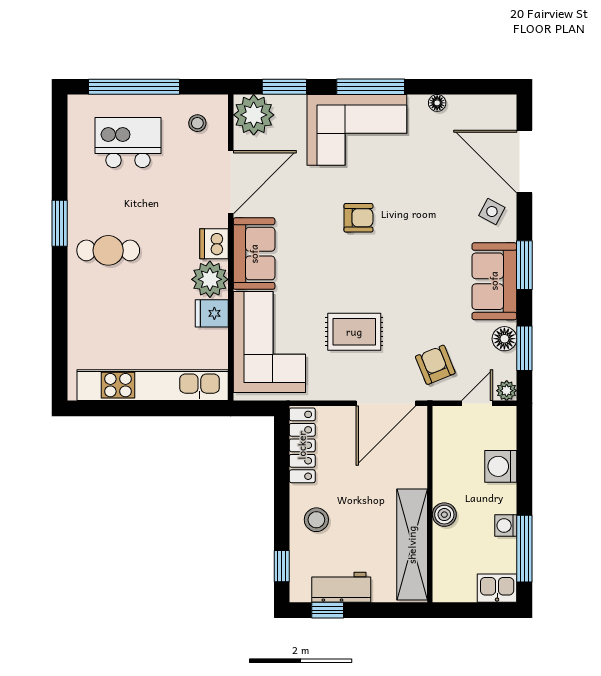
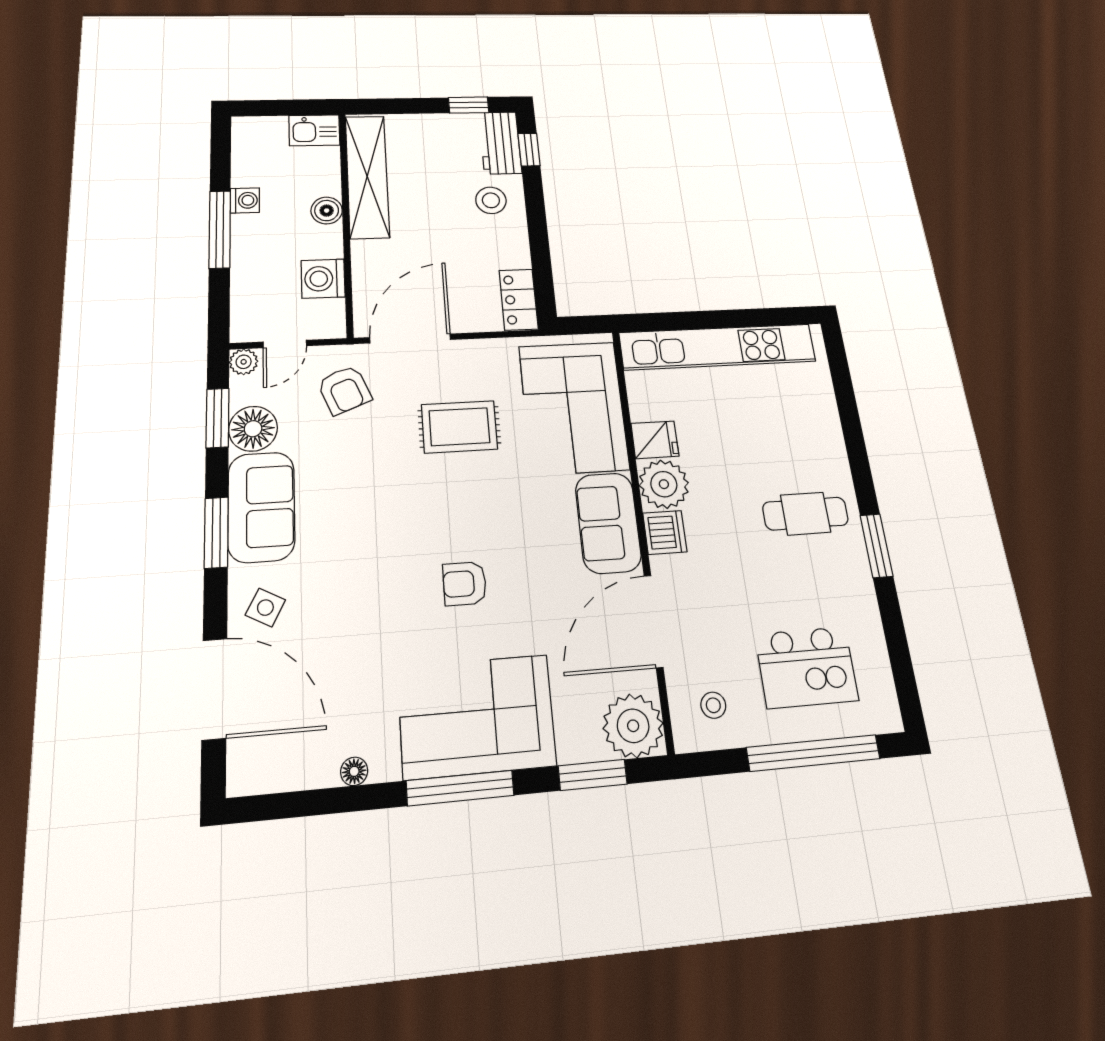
floor lamp: (504, 339) -> (253, 429), width x1.38, depth x1.38
locker: (302, 445) -> (519, 300), width x0.66
washing machine: (501, 466) -> (323, 279), moved, turned 180
window: (524, 549) -> (220, 229), moved
workbench: (341, 587) -> (500, 143), moved, turned 90
kitchen sink: (497, 588) -> (314, 130), moved

